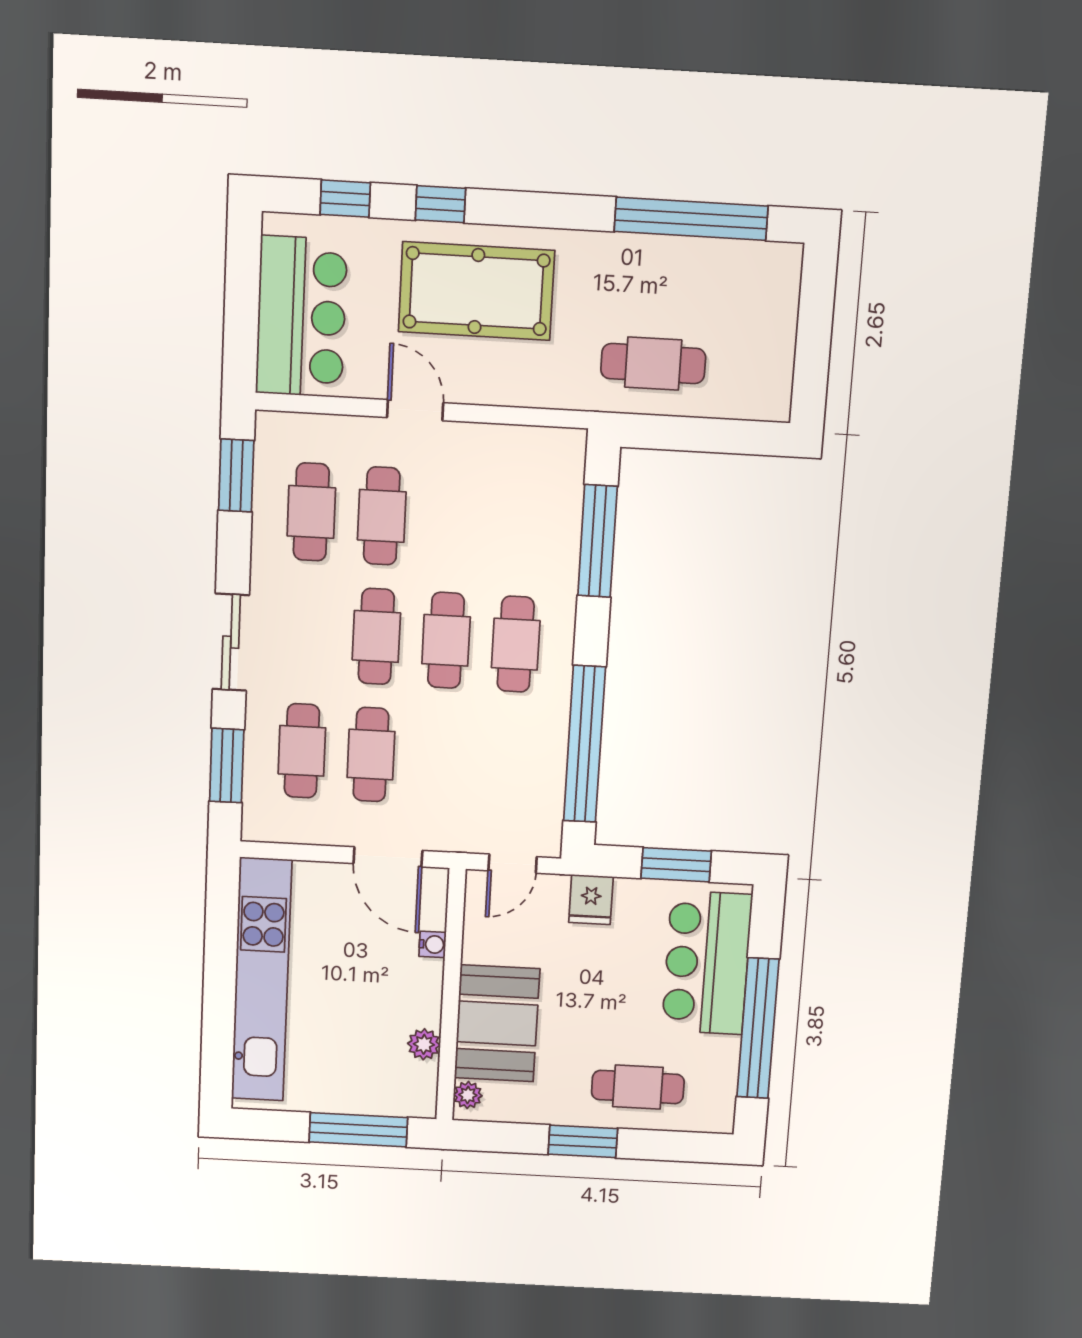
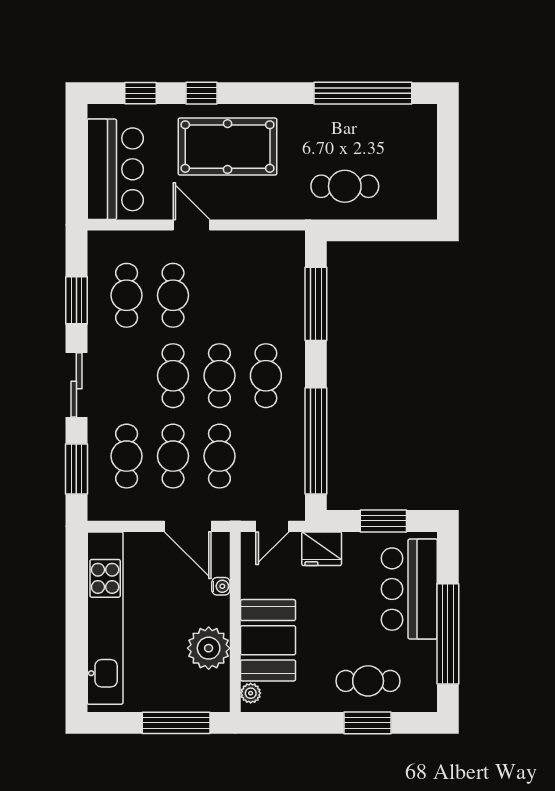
window: (236, 476) -> (76, 300), moved
cafe table: (440, 758) -> (219, 456), added
fridge: (591, 900) -> (322, 549), width x1.38
plant: (424, 1044) -> (209, 648), width x1.88, depth x1.88
window: (583, 1141) -> (368, 723), moved

